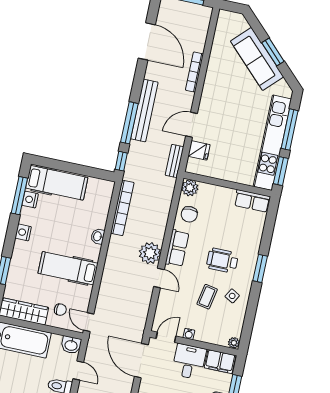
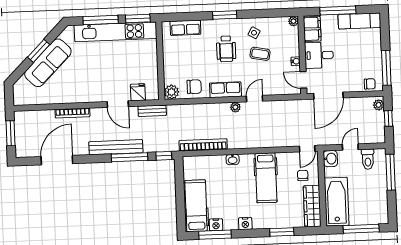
row of seats: (252, 201) -> (185, 28), moved, turned 90
plant: (150, 253) -> (235, 107), width x0.53, depth x0.53

